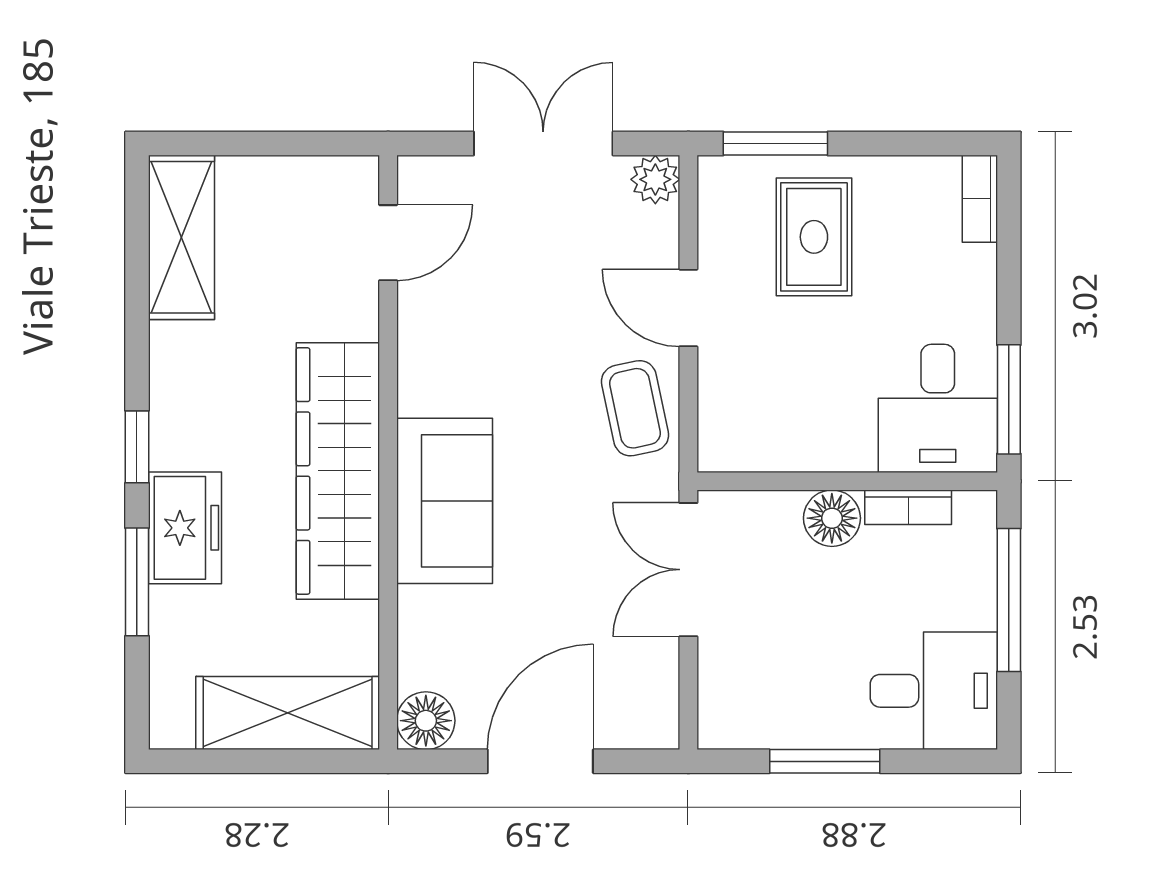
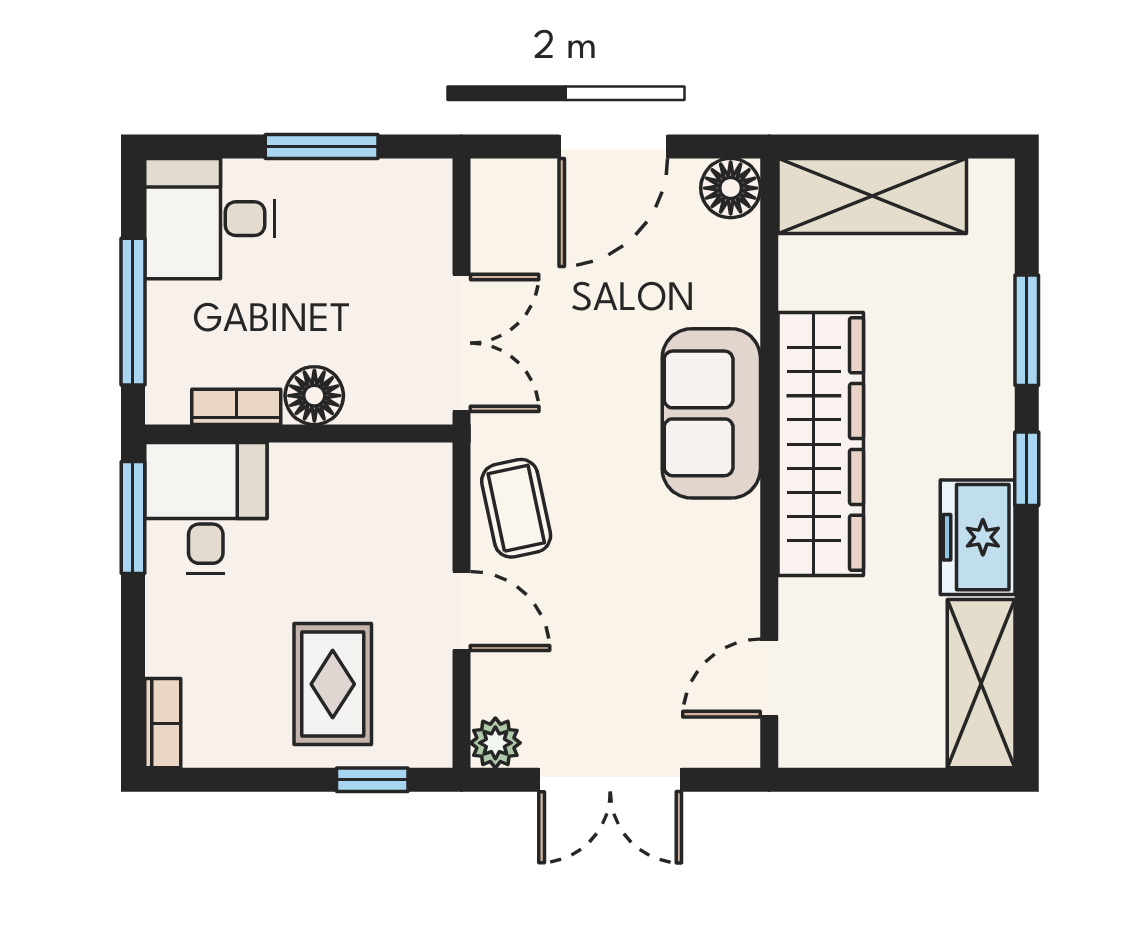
window: (775, 143) -> (372, 780), width x0.67
freezer: (185, 528) -> (978, 537), moved

